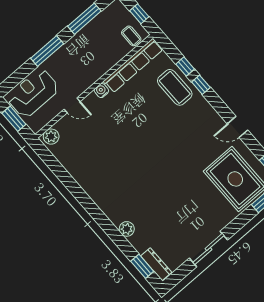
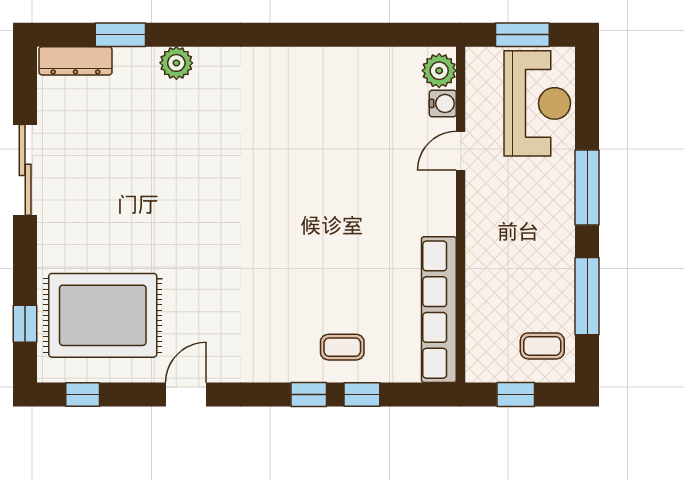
coffee table: (131, 36) -> (542, 346), moved
coffee table: (175, 87) -> (342, 347), width x0.54, depth x0.58
water cooler: (101, 91) -> (443, 103), moved
window: (142, 266) -> (120, 35), moved

